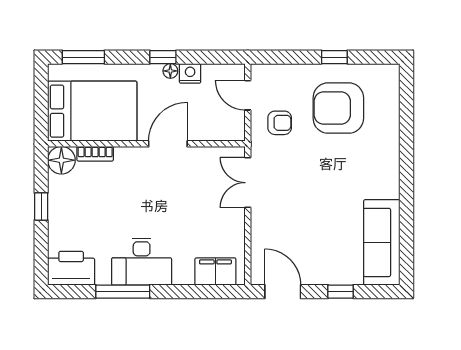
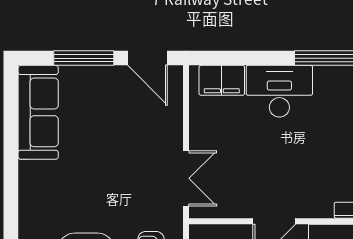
desk: (142, 262) -> (279, 91), moved
window: (341, 292) -> (84, 58), width x2.17

